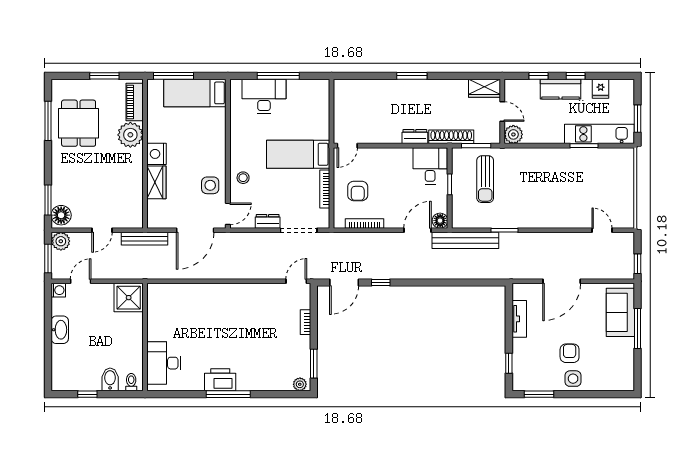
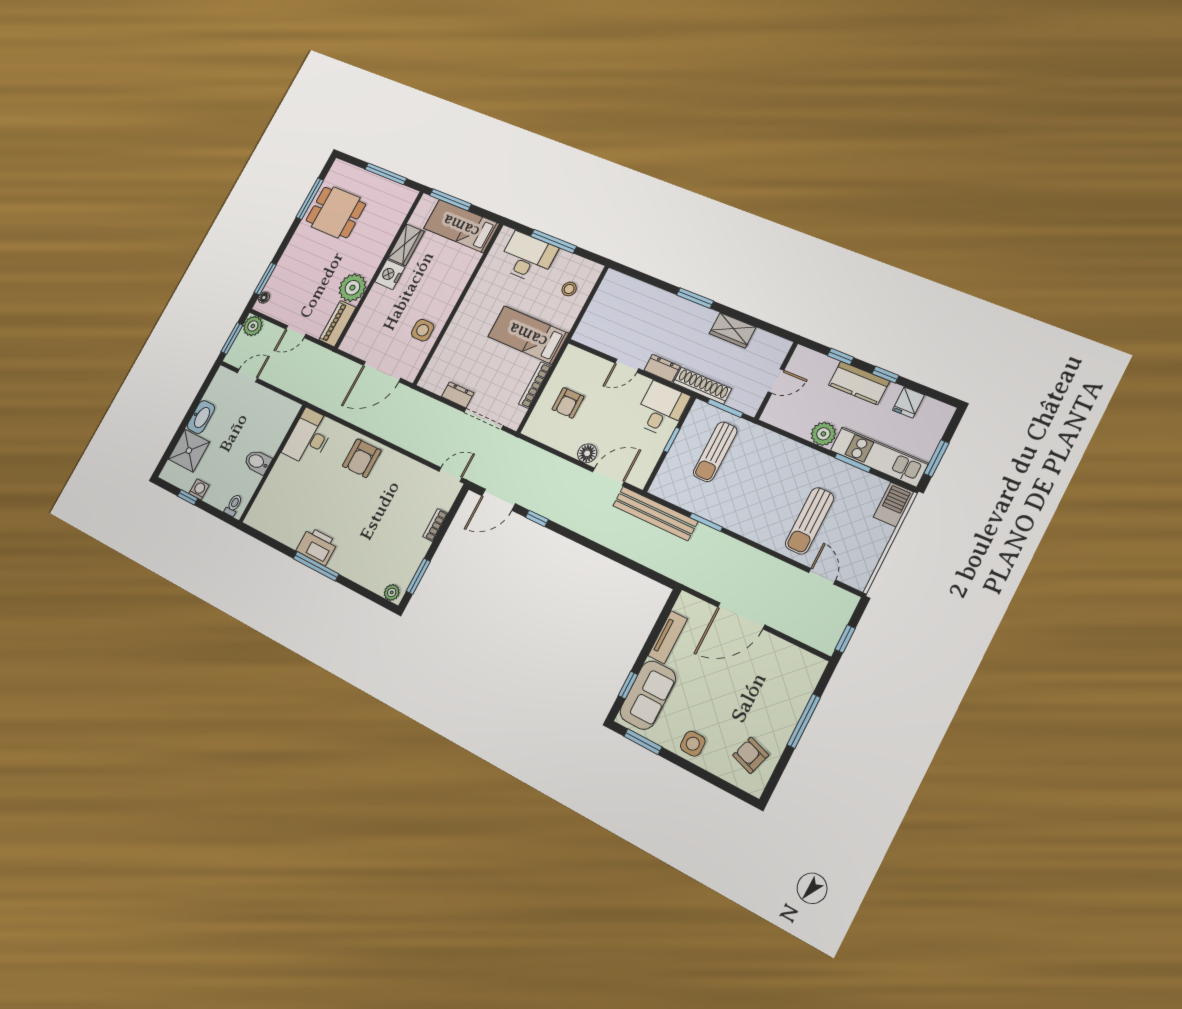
window: (104, 76) -> (386, 174), width x1.44
wardrobe: (484, 88) -> (733, 330), moved
piano: (135, 102) -> (337, 324), moved
door: (502, 112) -> (776, 381), hinge flipped
dining table: (79, 123) -> (336, 212), turned 90
plant: (513, 134) -> (823, 434), moved
plant: (130, 135) -> (352, 288), moved
door: (347, 146) -> (627, 366), moved
barbecue: (625, 162) -> (894, 505), added
stool: (243, 178) -> (569, 289), moved
wardrobe: (156, 182) -> (406, 245), moved
sun lounger: (575, 197) -> (810, 521), added
door: (228, 214) -> (423, 369), removed
floor lamp: (61, 215) -> (264, 298), width x0.53, depth x0.53
floor lamp: (440, 221) -> (587, 453), moved
bookcase: (365, 223) -> (556, 443), removed
bench: (145, 239) -> (330, 359), removed
washing machine: (58, 290) -> (199, 489), moved, turned -90
shower: (129, 298) -> (189, 451), moved
armchair: (218, 301) -> (362, 458), added
sofa: (620, 312) -> (648, 695), moved, turned 180
armchair: (570, 353) -> (751, 755), moved, turned -72
desk: (164, 363) -> (309, 437), moved
bidet: (110, 379) -> (258, 462), moved, turned -90

